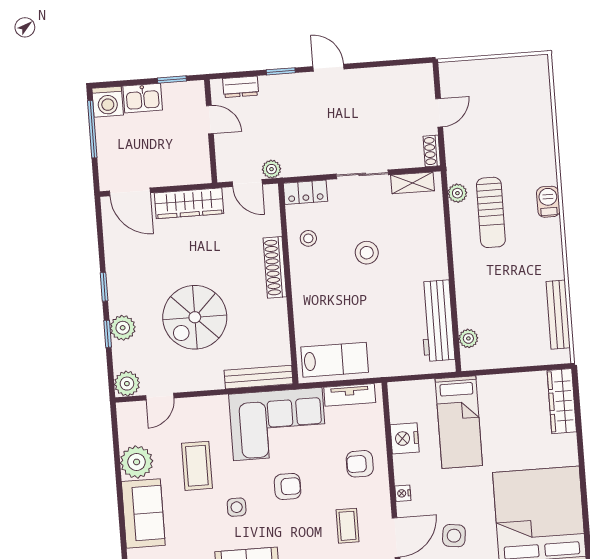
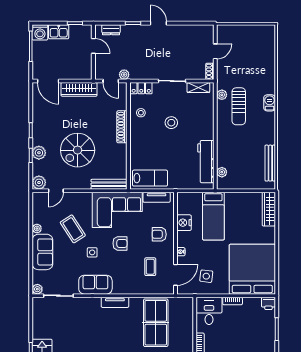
plant: (137, 462) -> (37, 229), width x0.53, depth x0.53
coffee table: (197, 466) -> (73, 229), turned -33

